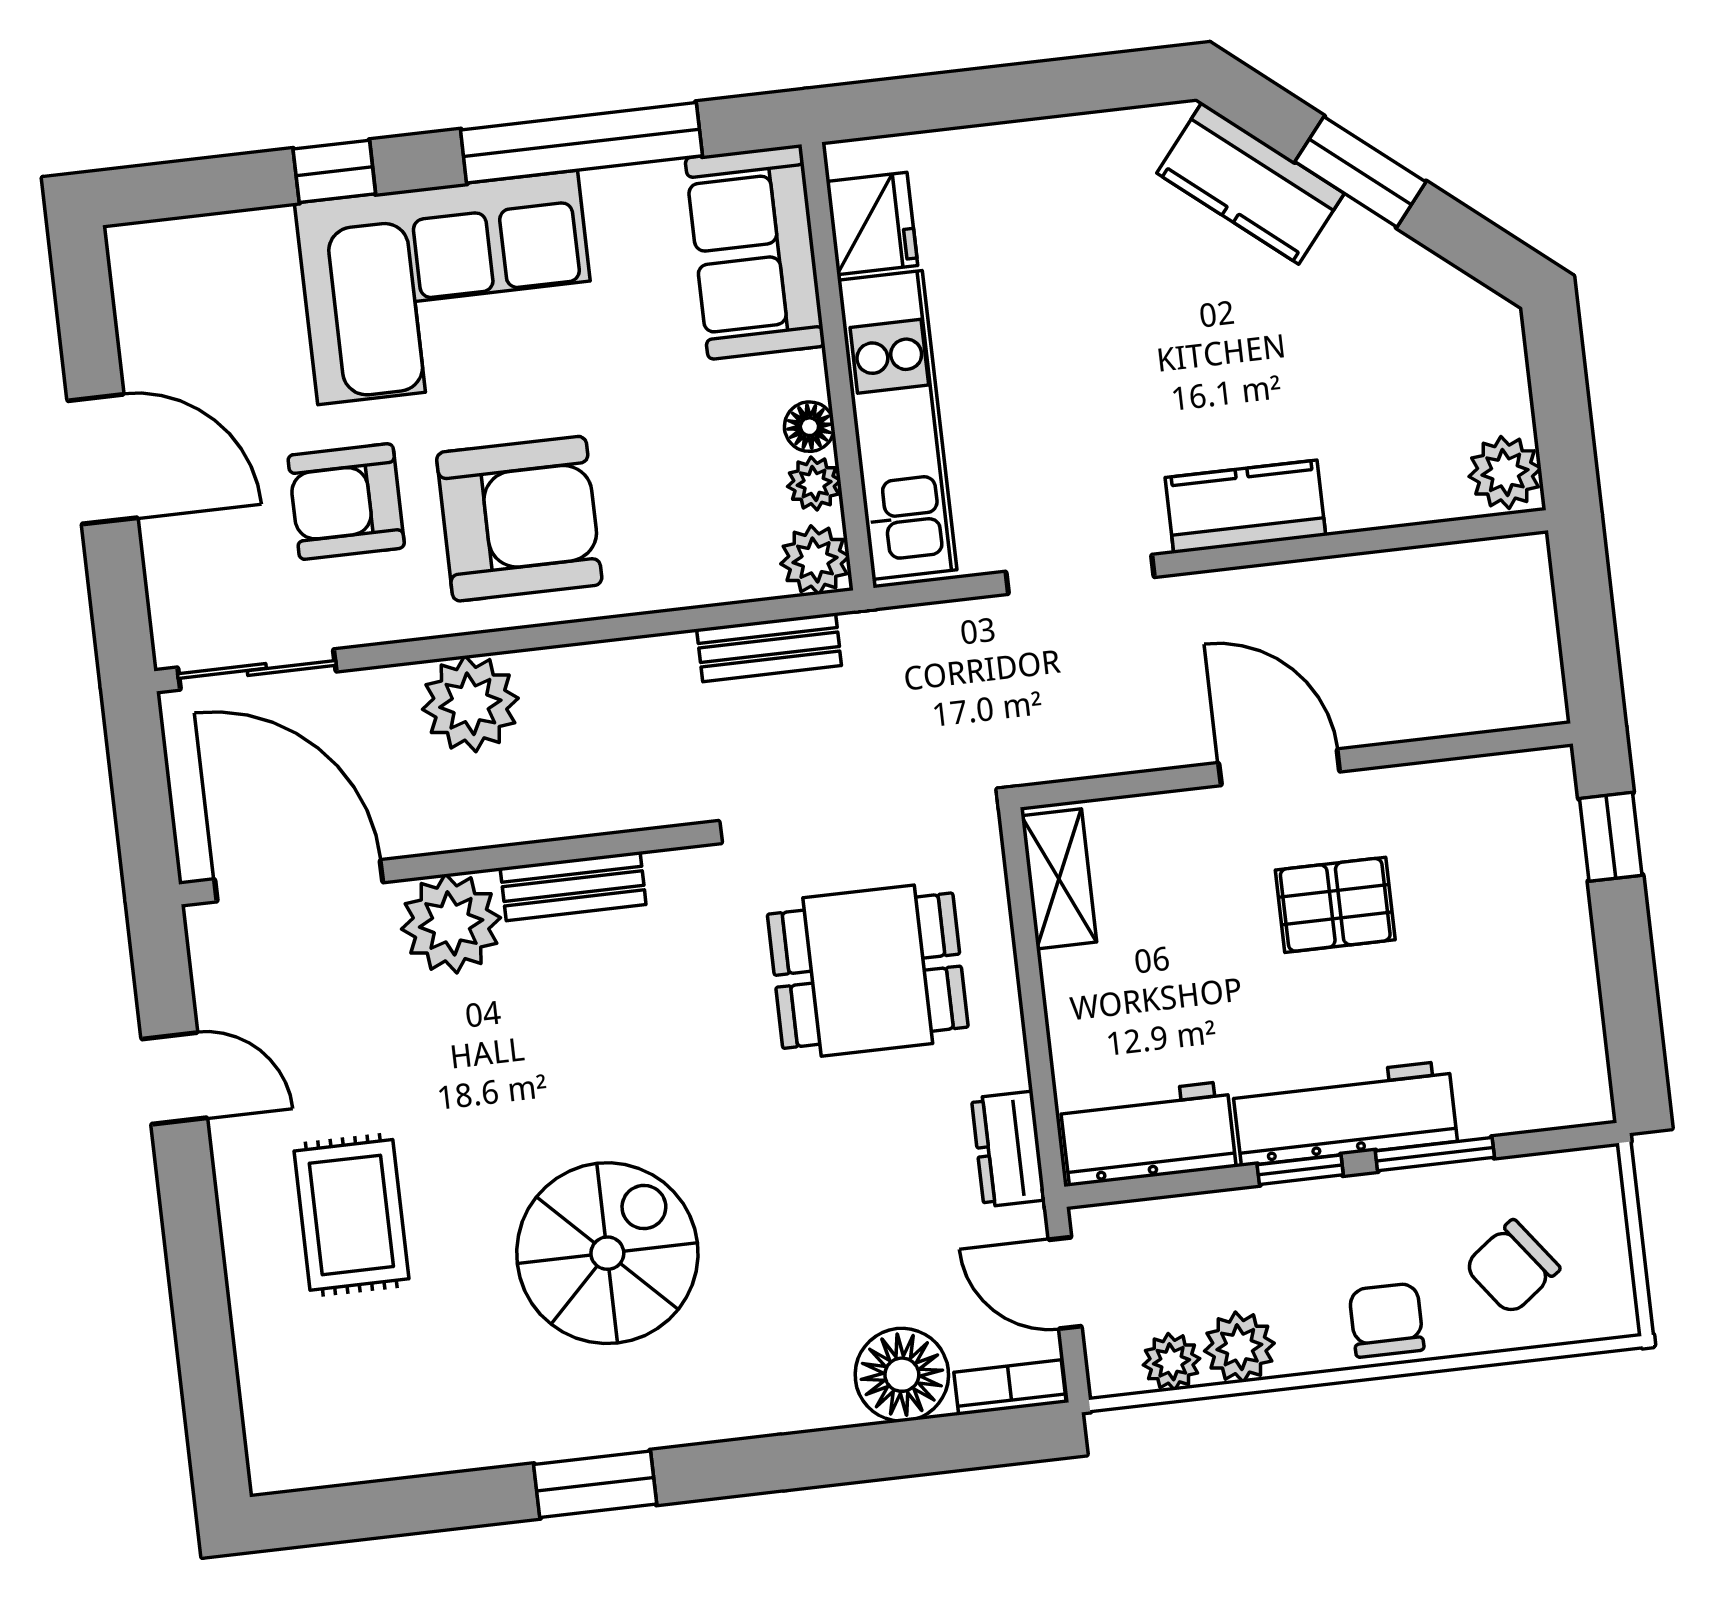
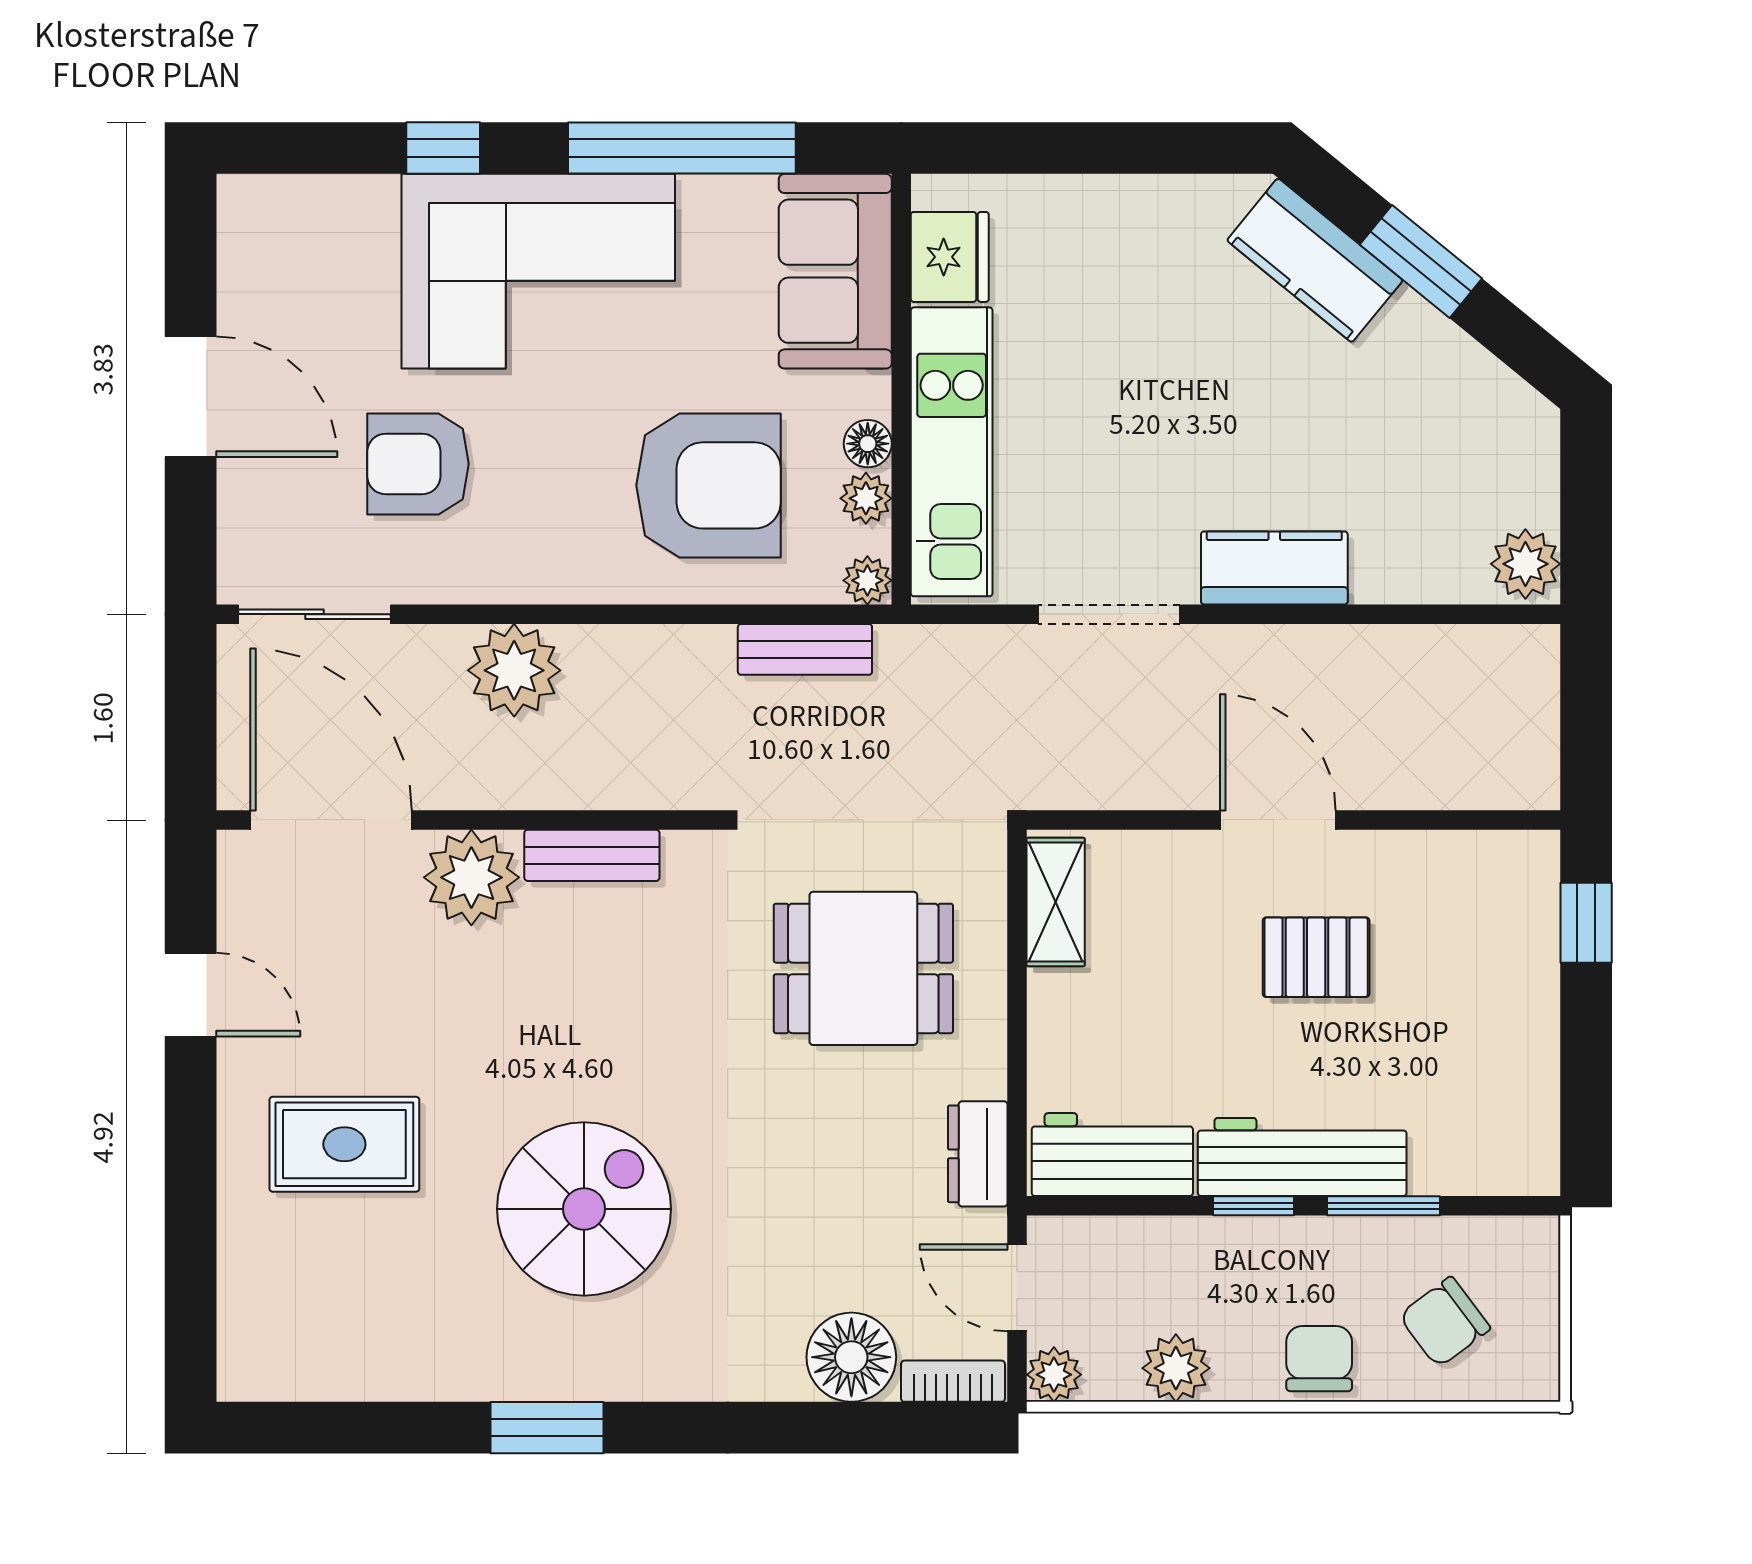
armchair: (519, 519) -> (708, 485), moved
plant: (815, 560) -> (867, 580), width x0.73, depth x0.73
rug: (351, 1215) -> (344, 1144), turned 90
plant: (1171, 1362) -> (1054, 1375), moved

